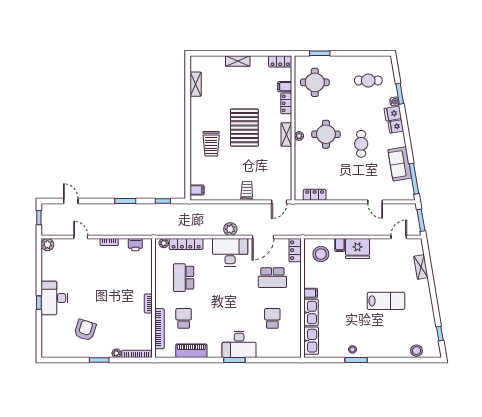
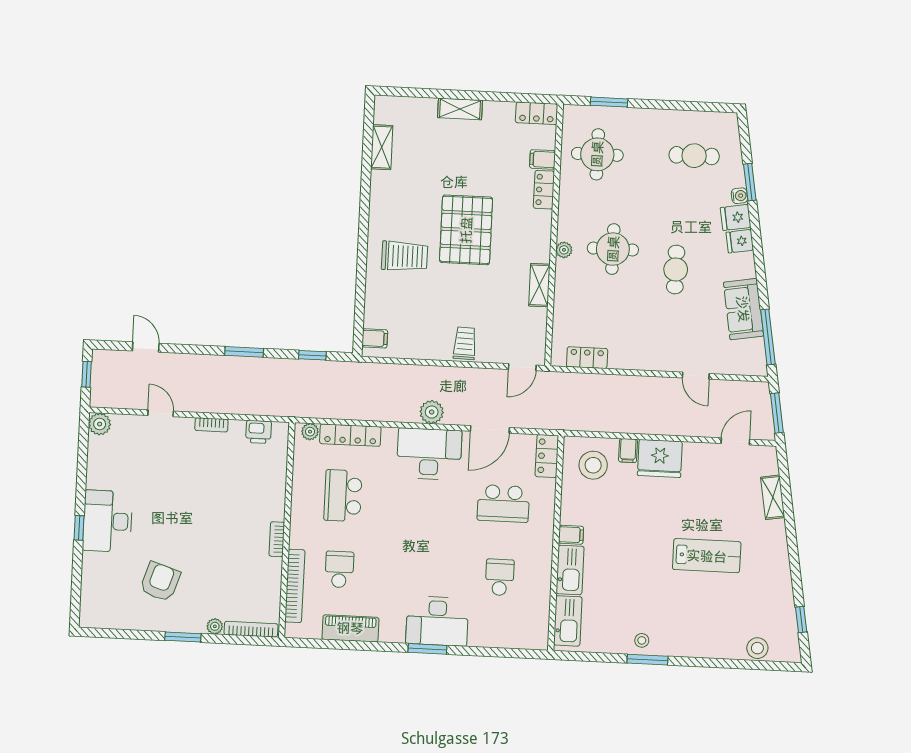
shelving: (286, 135) -> (539, 285), moved
trolley: (211, 144) -> (405, 256), turned -90

